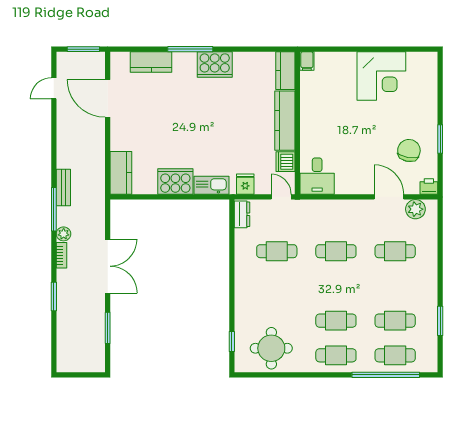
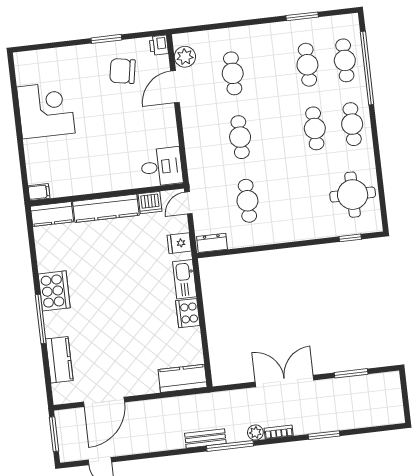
cooker: (175, 182) -> (188, 313), width x0.73, depth x0.76

